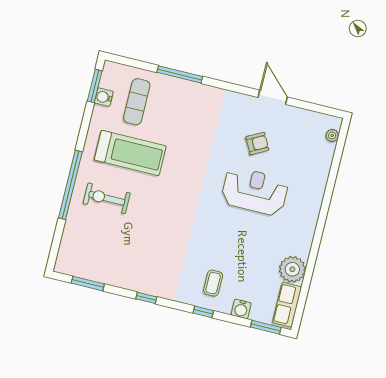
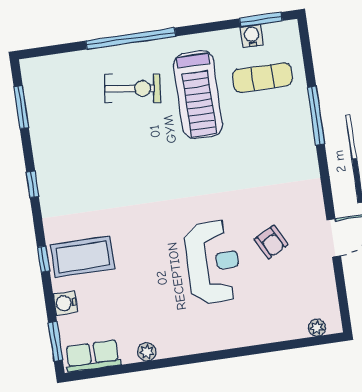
exercise bike: (107, 198) -> (132, 88), turned 98
plant: (292, 269) -> (147, 352), width x0.53, depth x0.53
coffee table: (213, 283) -> (83, 257), width x1.86, depth x1.72

